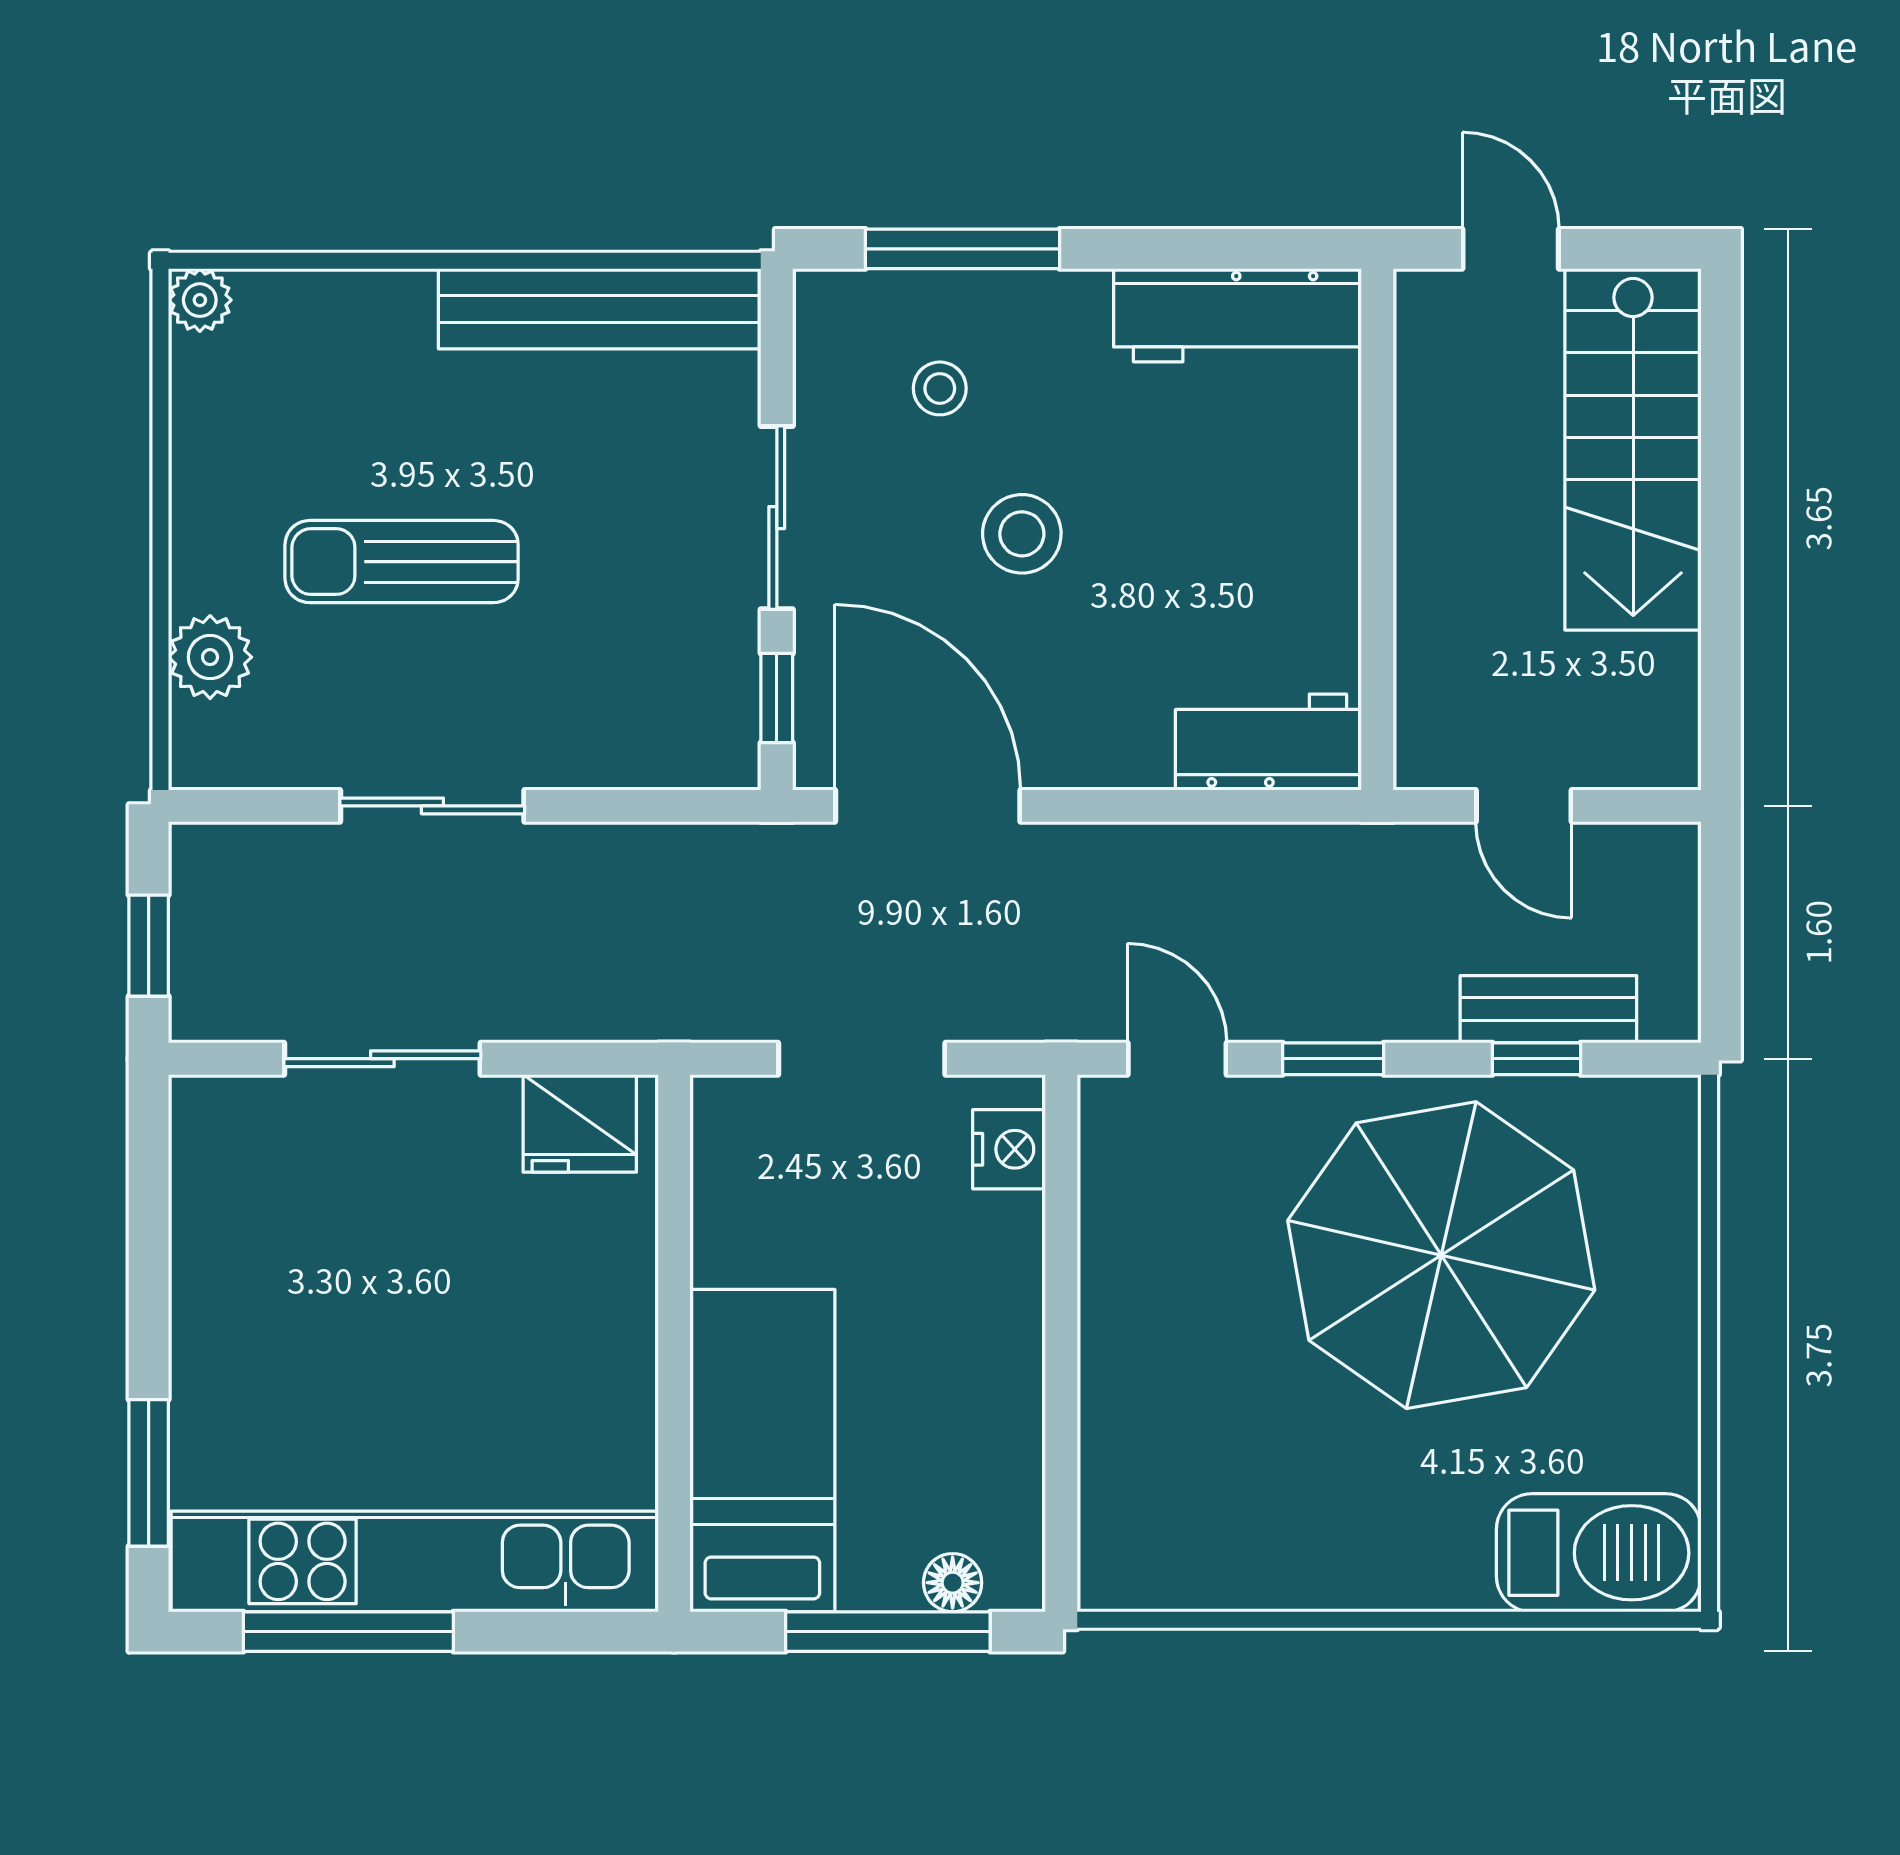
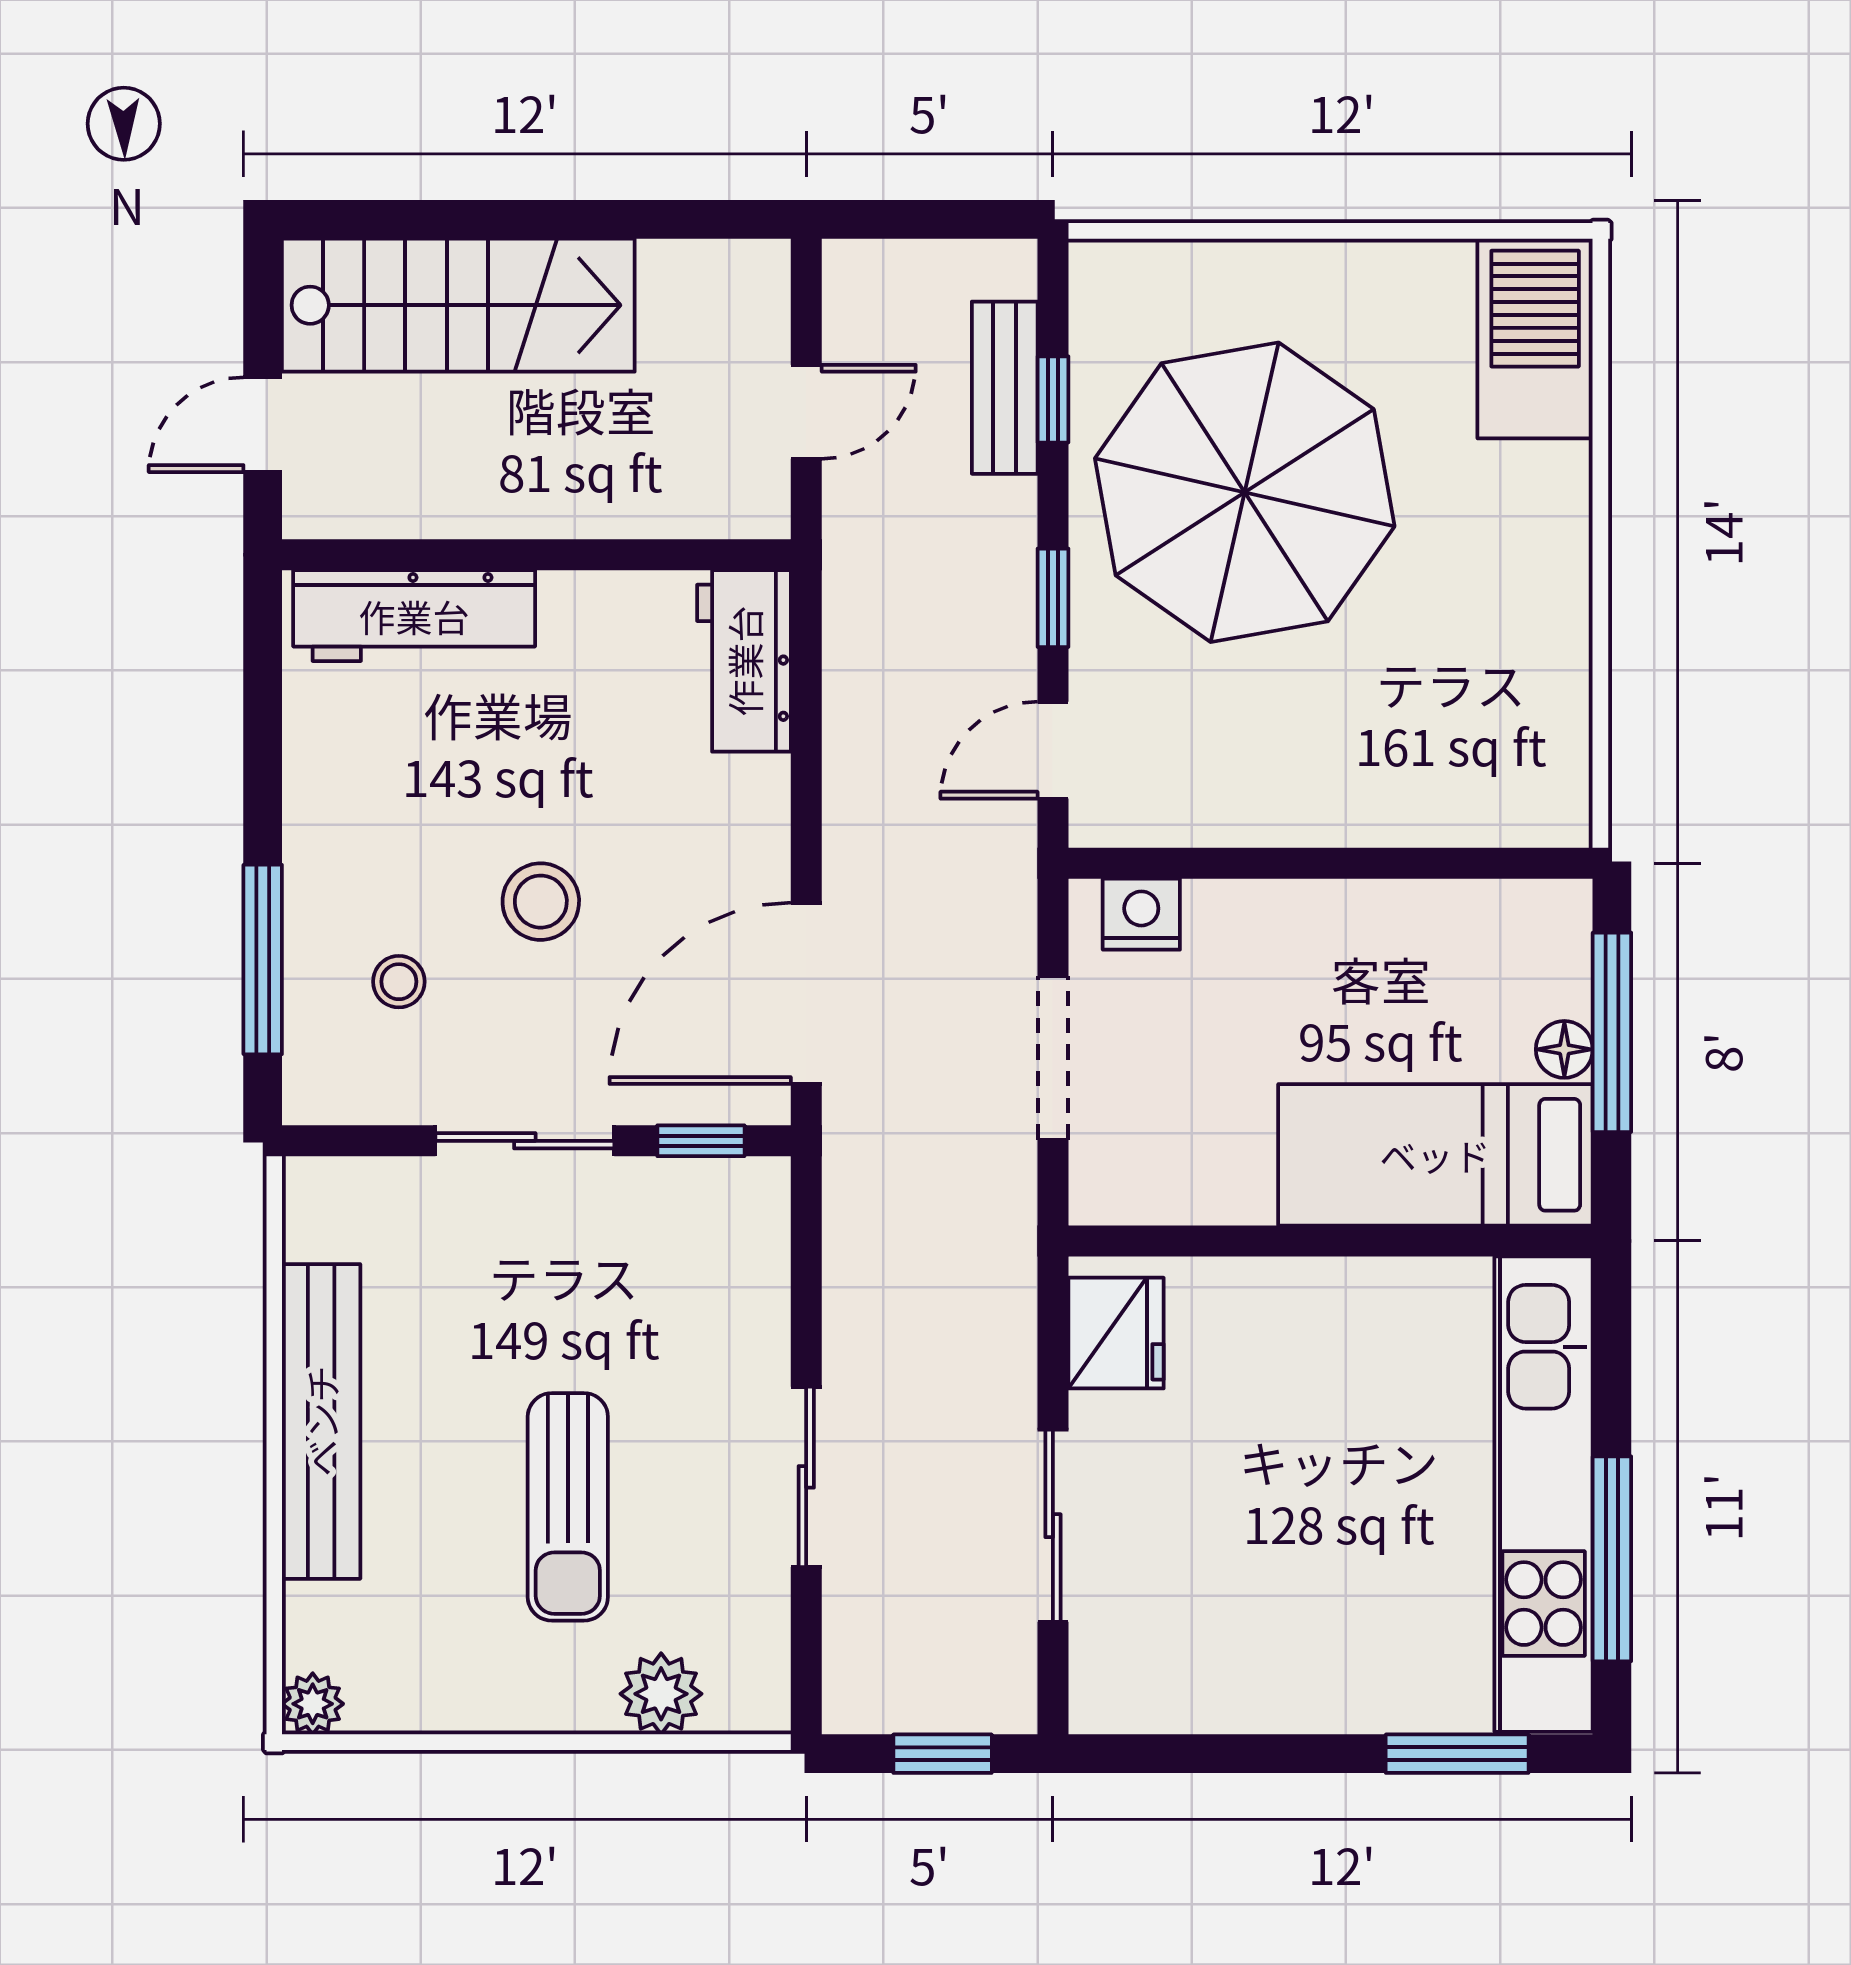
bench: (600, 309) -> (321, 1421), moved
workbench: (1237, 315) -> (414, 616), moved, turned 90
floor lamp: (953, 1583) -> (1564, 1049), moved

